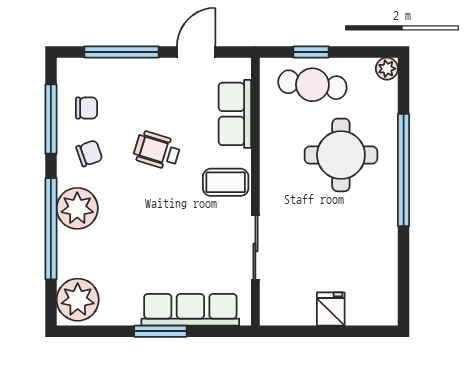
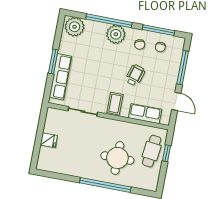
plant: (387, 69) -> (153, 186), removed

